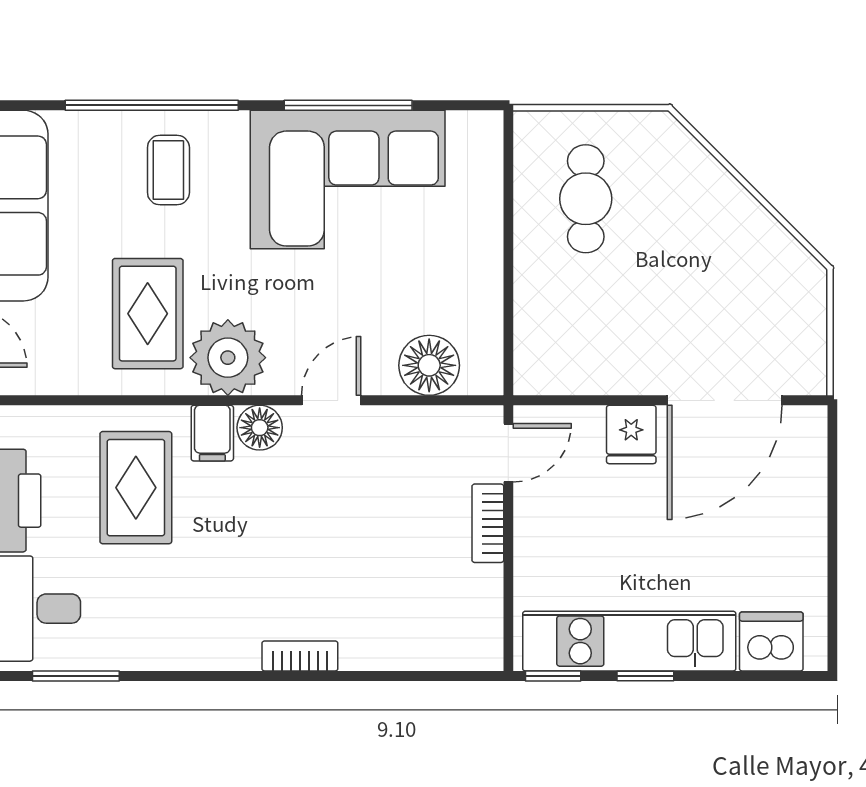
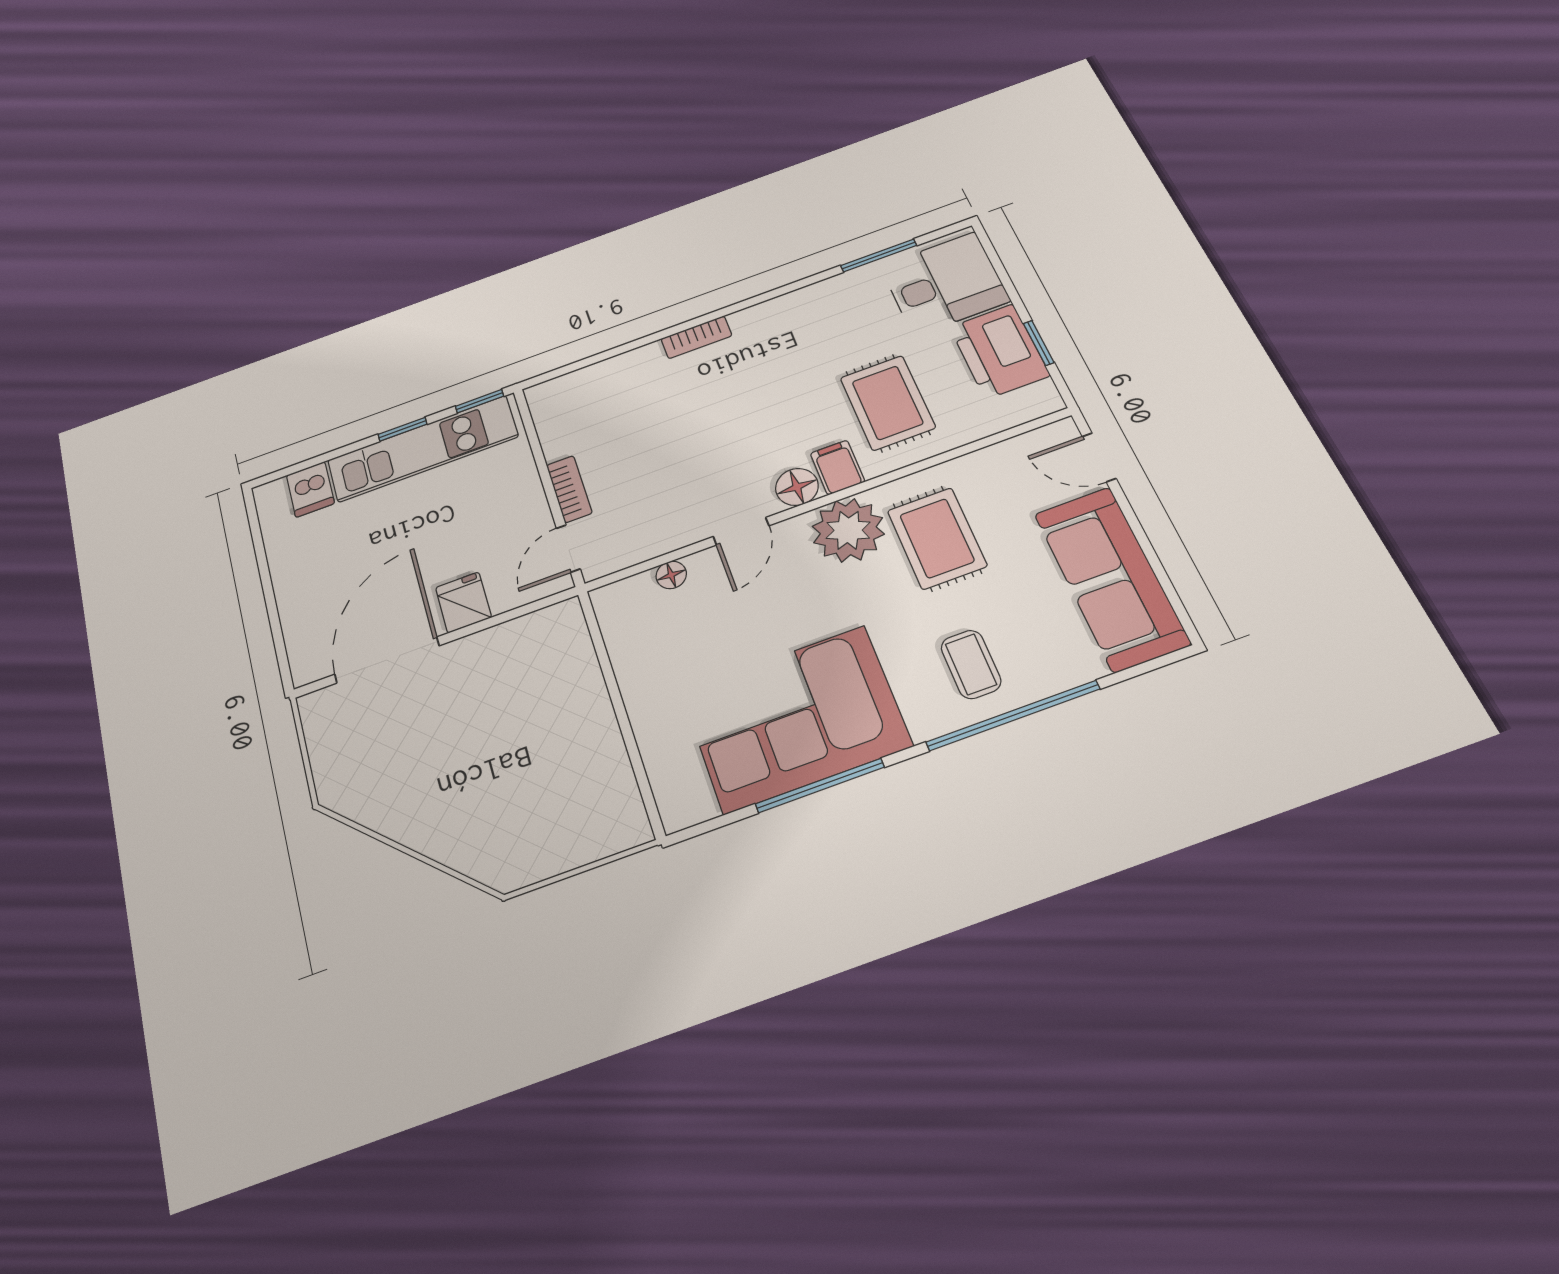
cafe table: (586, 199) -> (561, 784), removed
floor lamp: (429, 365) -> (671, 575), width x0.53, depth x0.53
dishwasher: (771, 641) -> (310, 489), width x0.73

